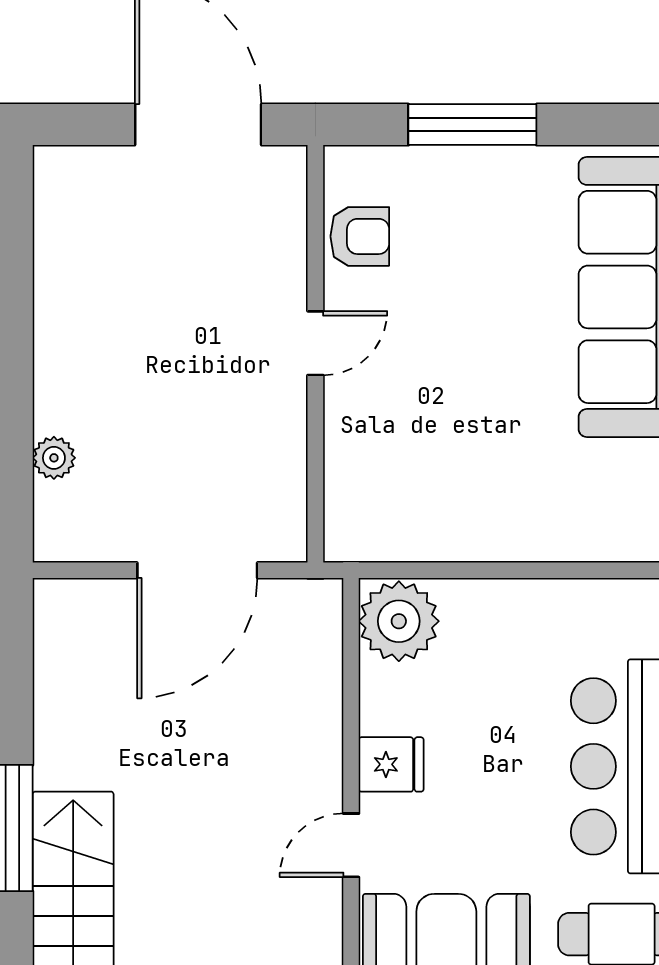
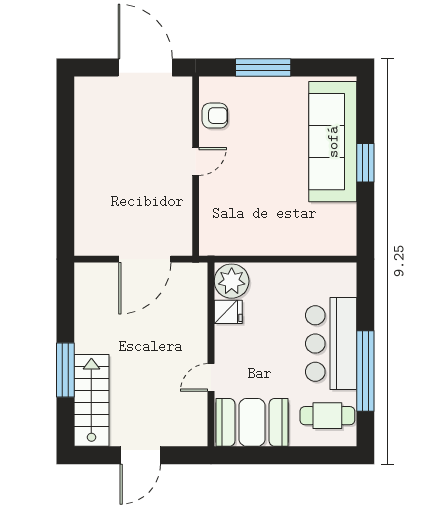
plant: (54, 458) -> (83, 211), removed
fridge: (391, 764) -> (228, 312), moved

